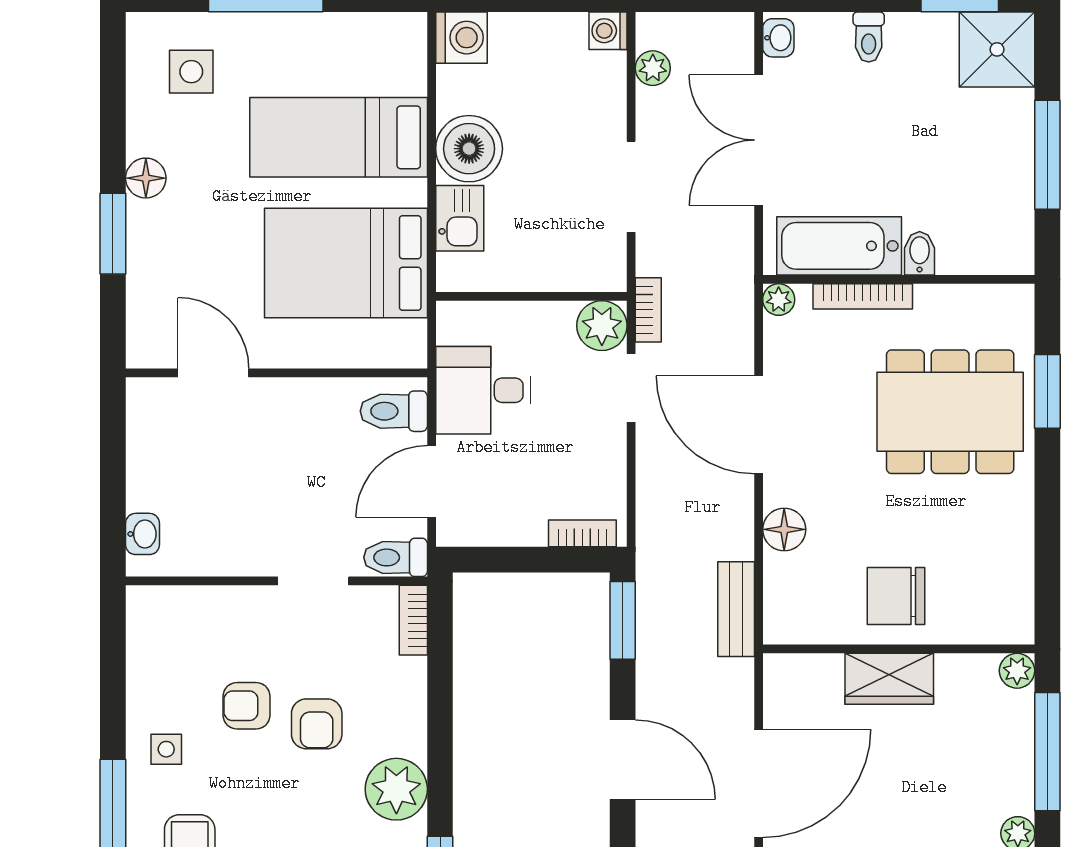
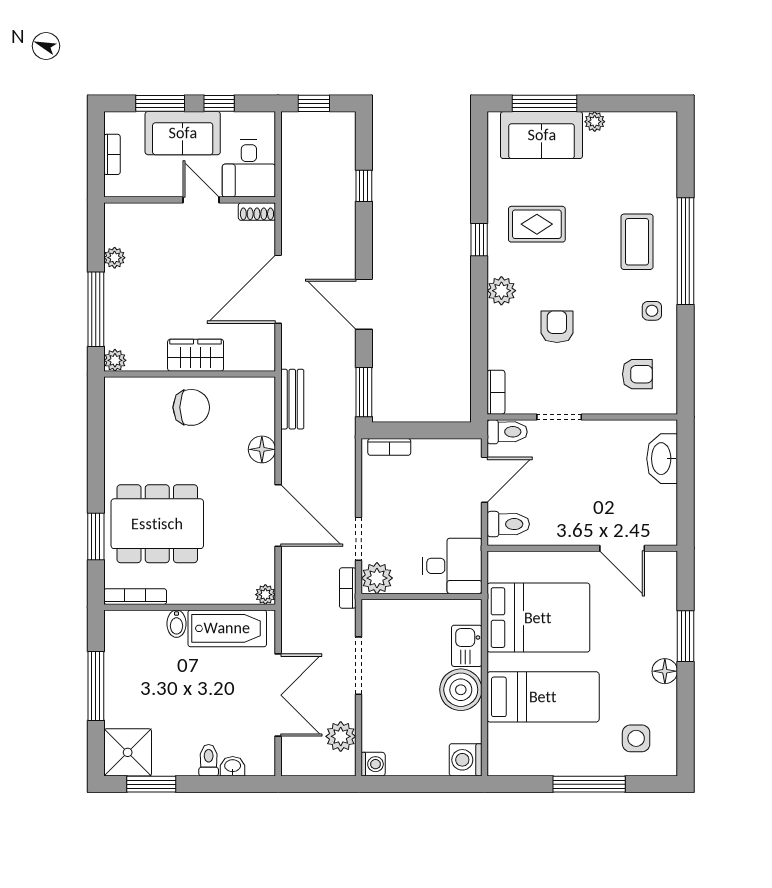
washbasin: (778, 38) -> (233, 766), moved, turned 90
plant: (653, 68) -> (341, 736), width x1.38, depth x1.38
bookcase: (863, 296) -> (135, 597), moved
desk: (483, 390) -> (452, 566), moved
washbasin: (143, 534) -> (662, 459), width x1.91, depth x1.45
armchair: (247, 706) -> (637, 374), moved
plant: (396, 789) -> (501, 291), width x0.73, depth x0.73

